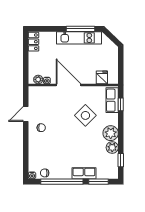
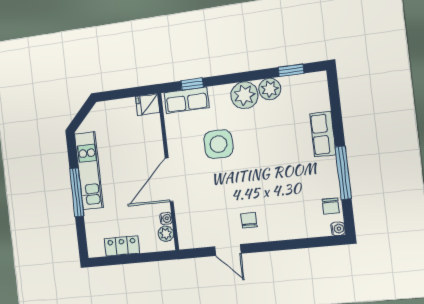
window: (81, 29) -> (77, 192), moved
locker: (34, 42) -> (122, 246), moved
fridge: (102, 77) -> (148, 105), moved
side table: (85, 115) -> (218, 144), turned 45
window: (62, 182) -> (343, 173), width x0.68
window: (98, 182) -> (336, 106), removed

